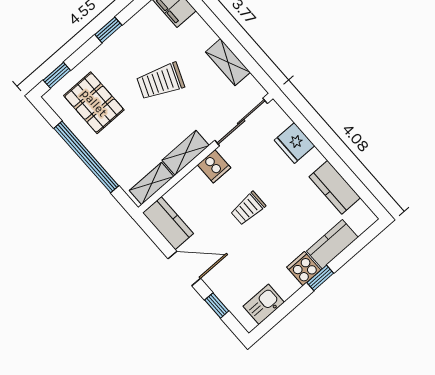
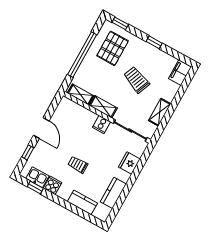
trolley: (248, 208) -> (78, 165), moved
kitchen counter: (168, 223) -> (62, 111), removed
cooker: (304, 269) -> (52, 185), moved
window: (320, 278) -> (35, 187), moved

